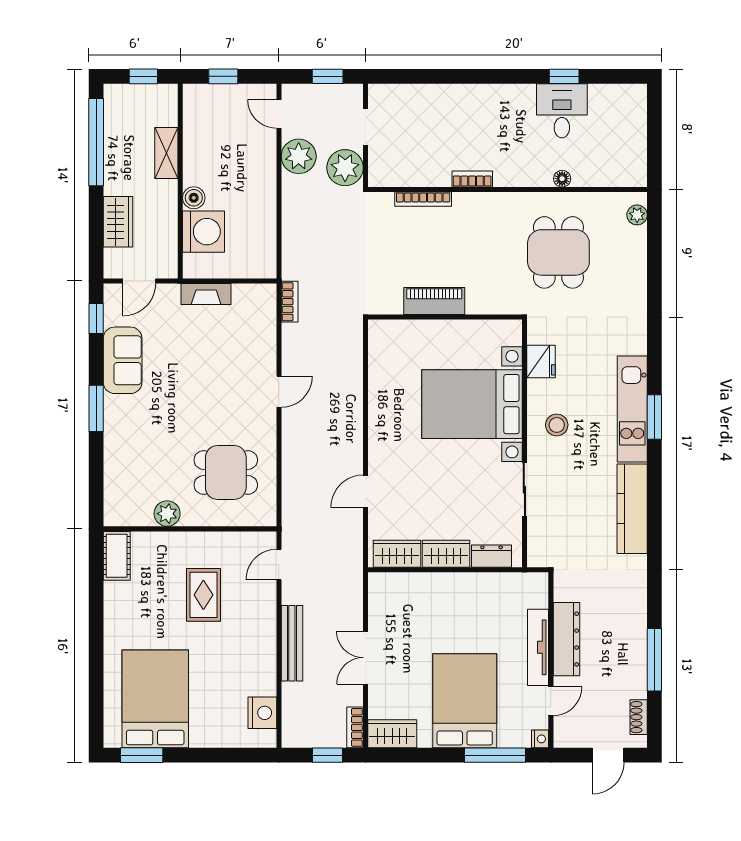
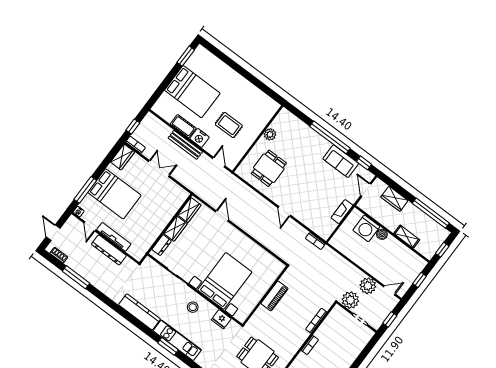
window: (96, 408) -> (330, 137), width x2.11
cot: (117, 556) -> (183, 126), moved
bed: (155, 699) -> (192, 92), moved
nightstand: (262, 713) -> (199, 138), moved

